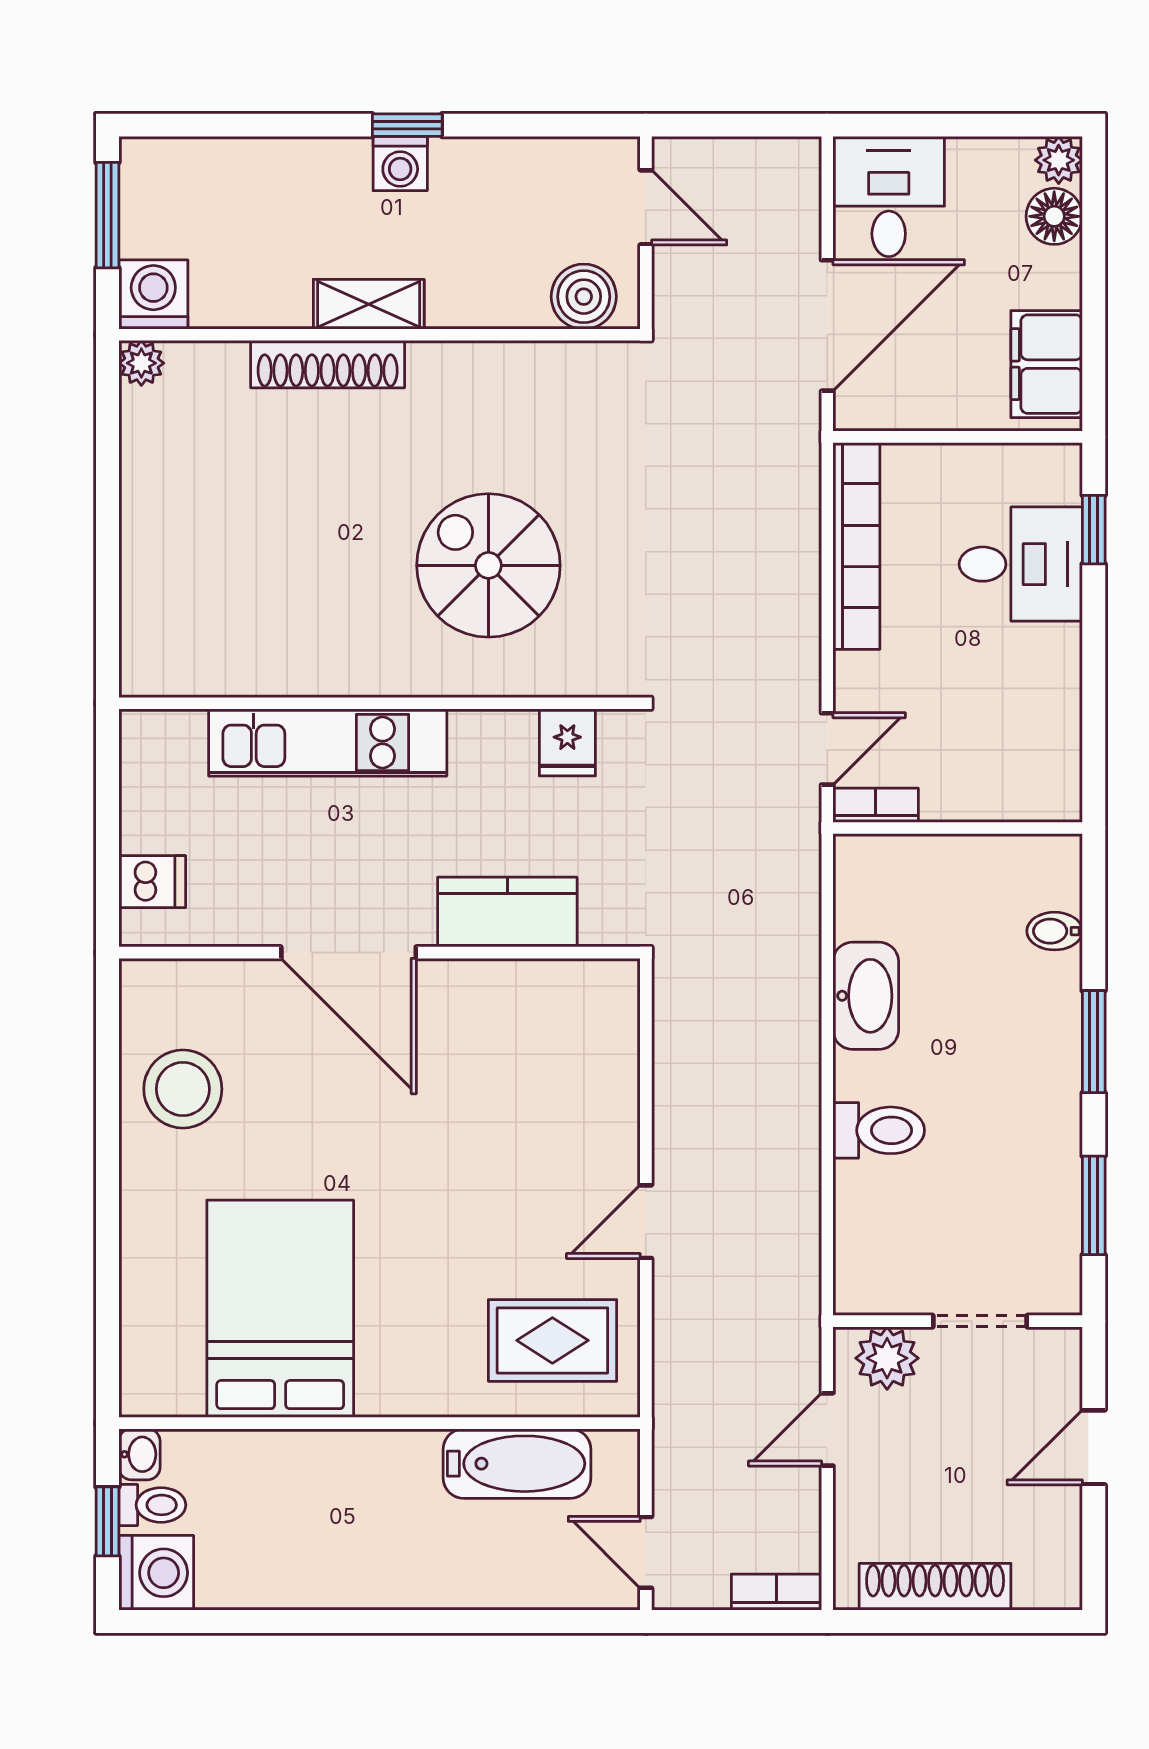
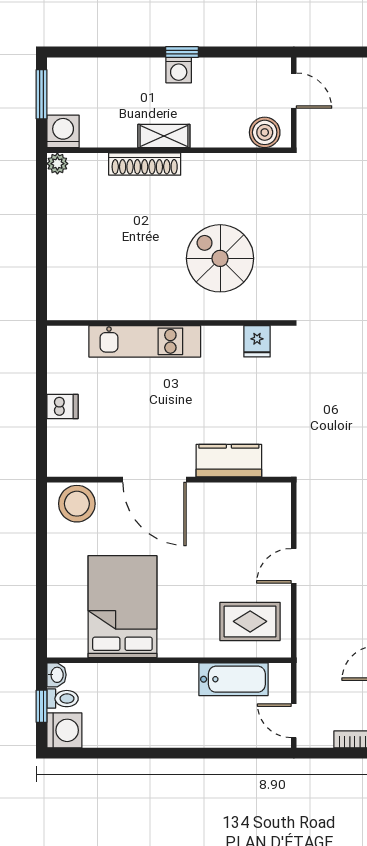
kitchen counter: (507, 912) -> (229, 461), moved
door: (349, 953) -> (155, 480), moved
wall: (379, 953) -> (169, 480), moved

